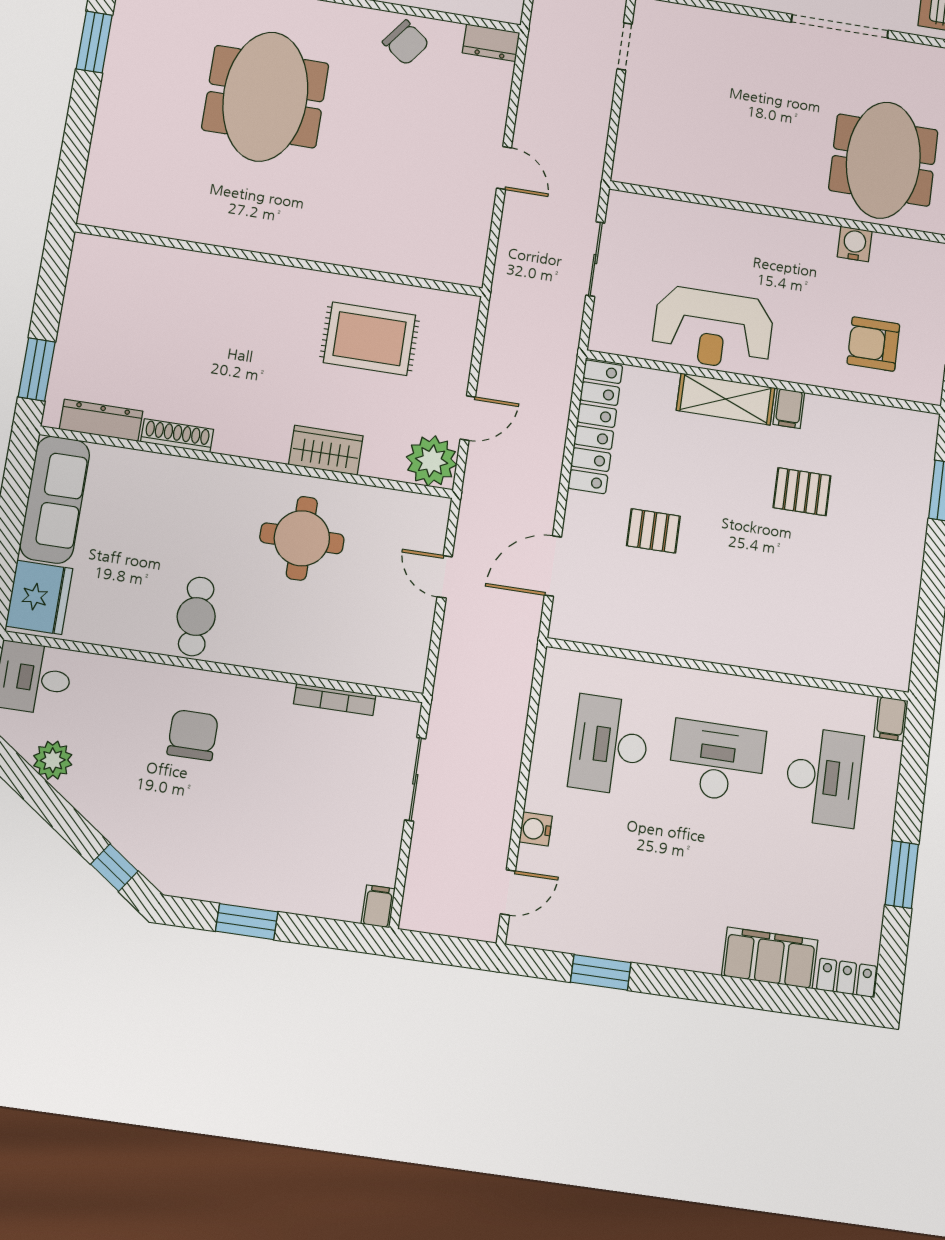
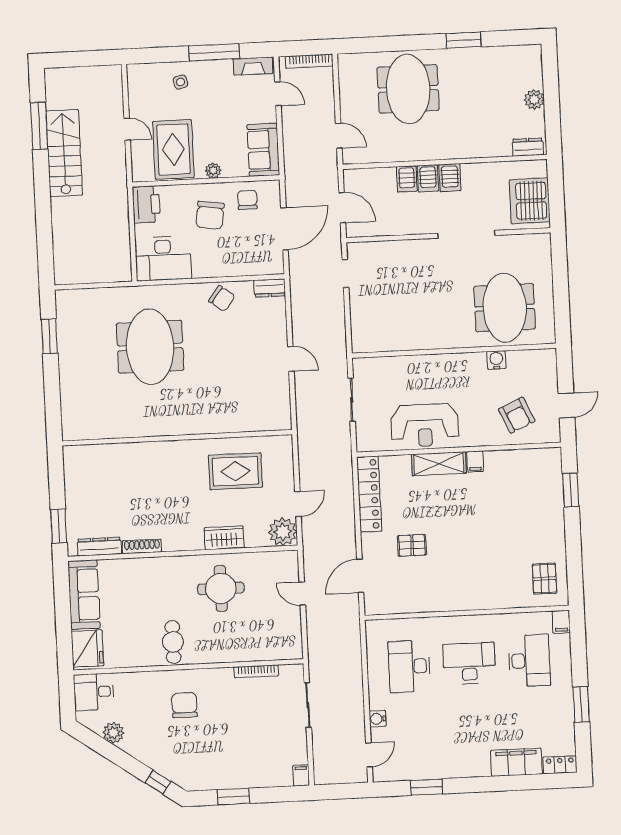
armchair: (873, 344) -> (517, 415), turned -114
pallet: (802, 492) -> (544, 579), moved, turned 90

